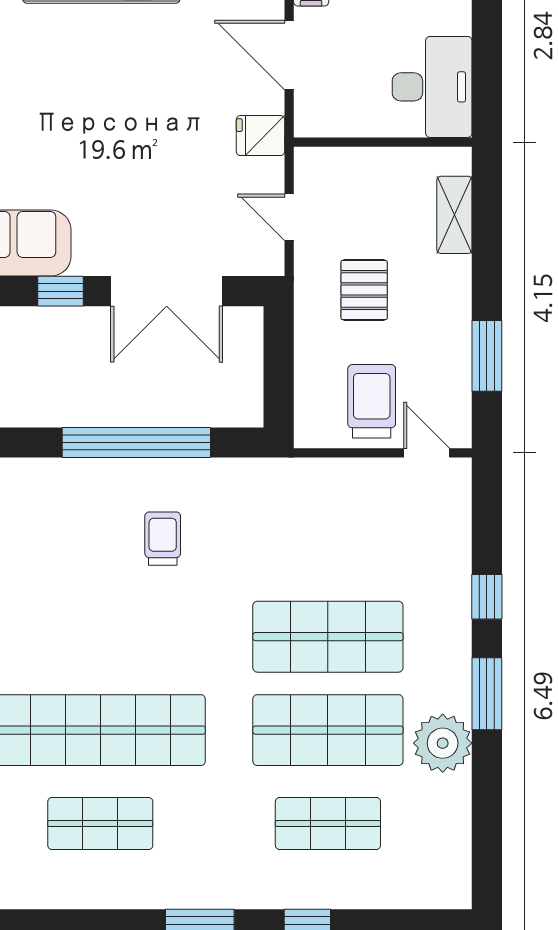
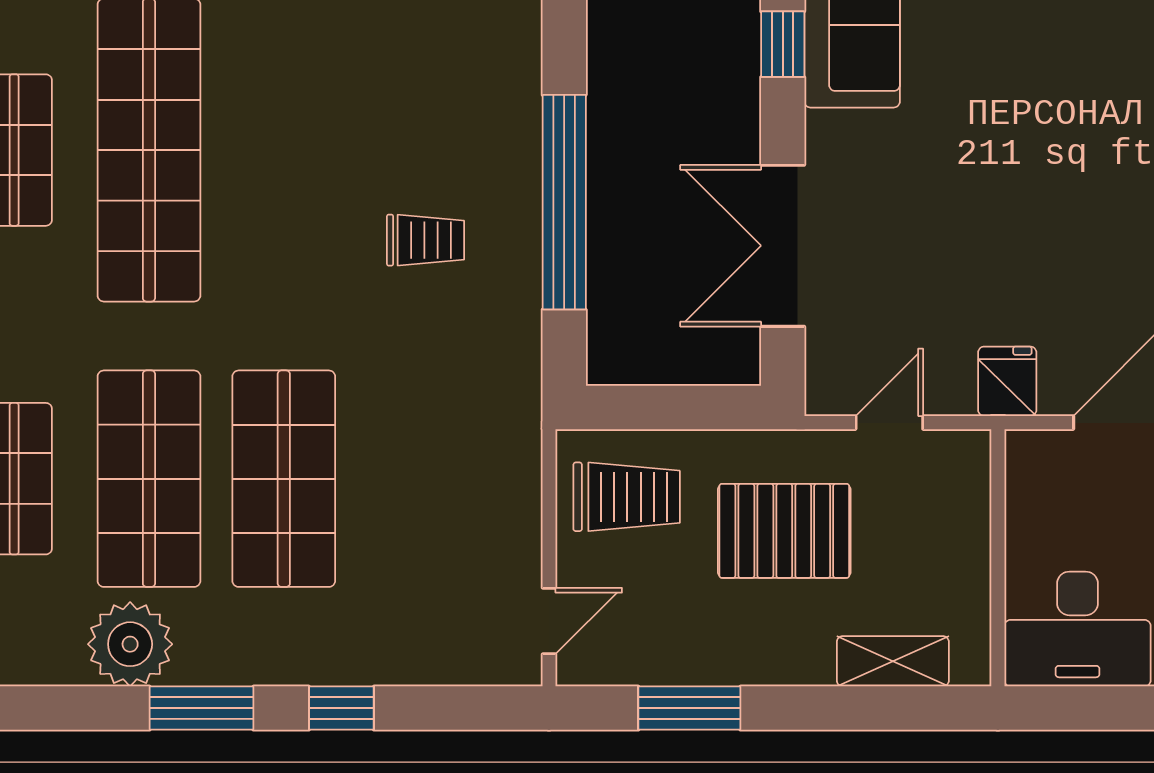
pallet: (364, 290) -> (784, 531), width x1.50, depth x1.42
window: (60, 291) -> (783, 44), moved
trolley: (372, 401) -> (627, 497), moved

